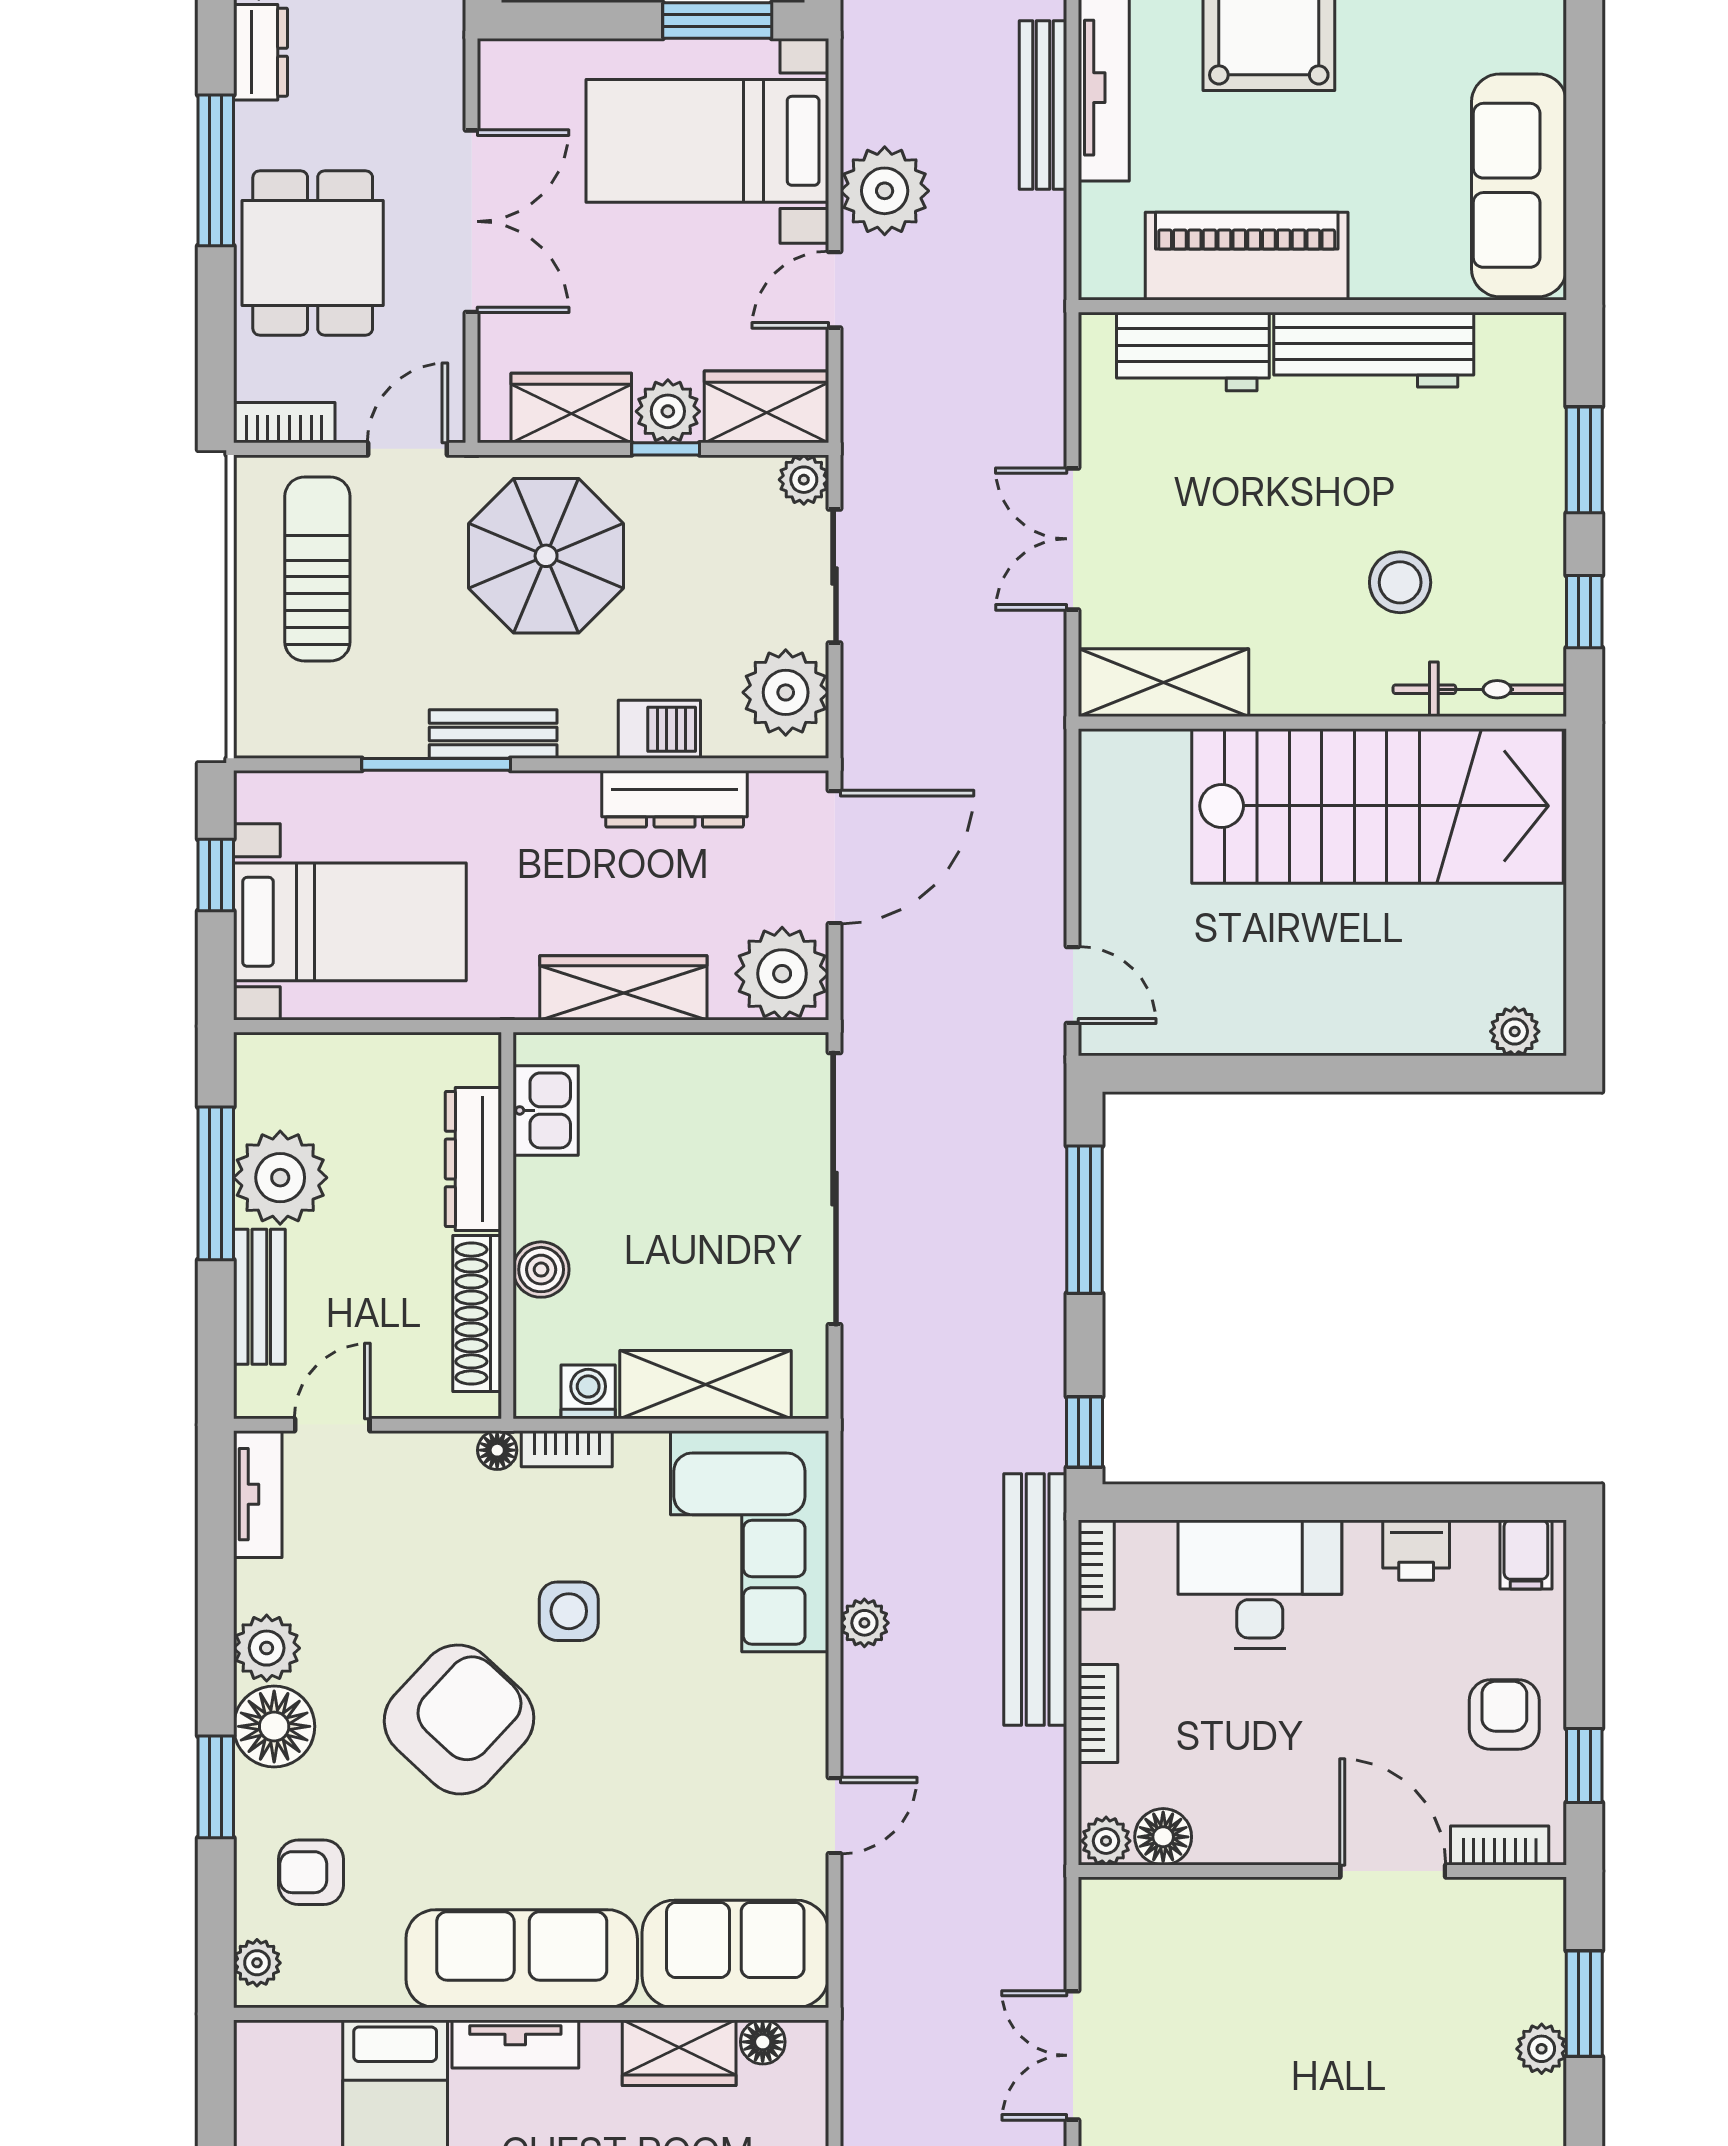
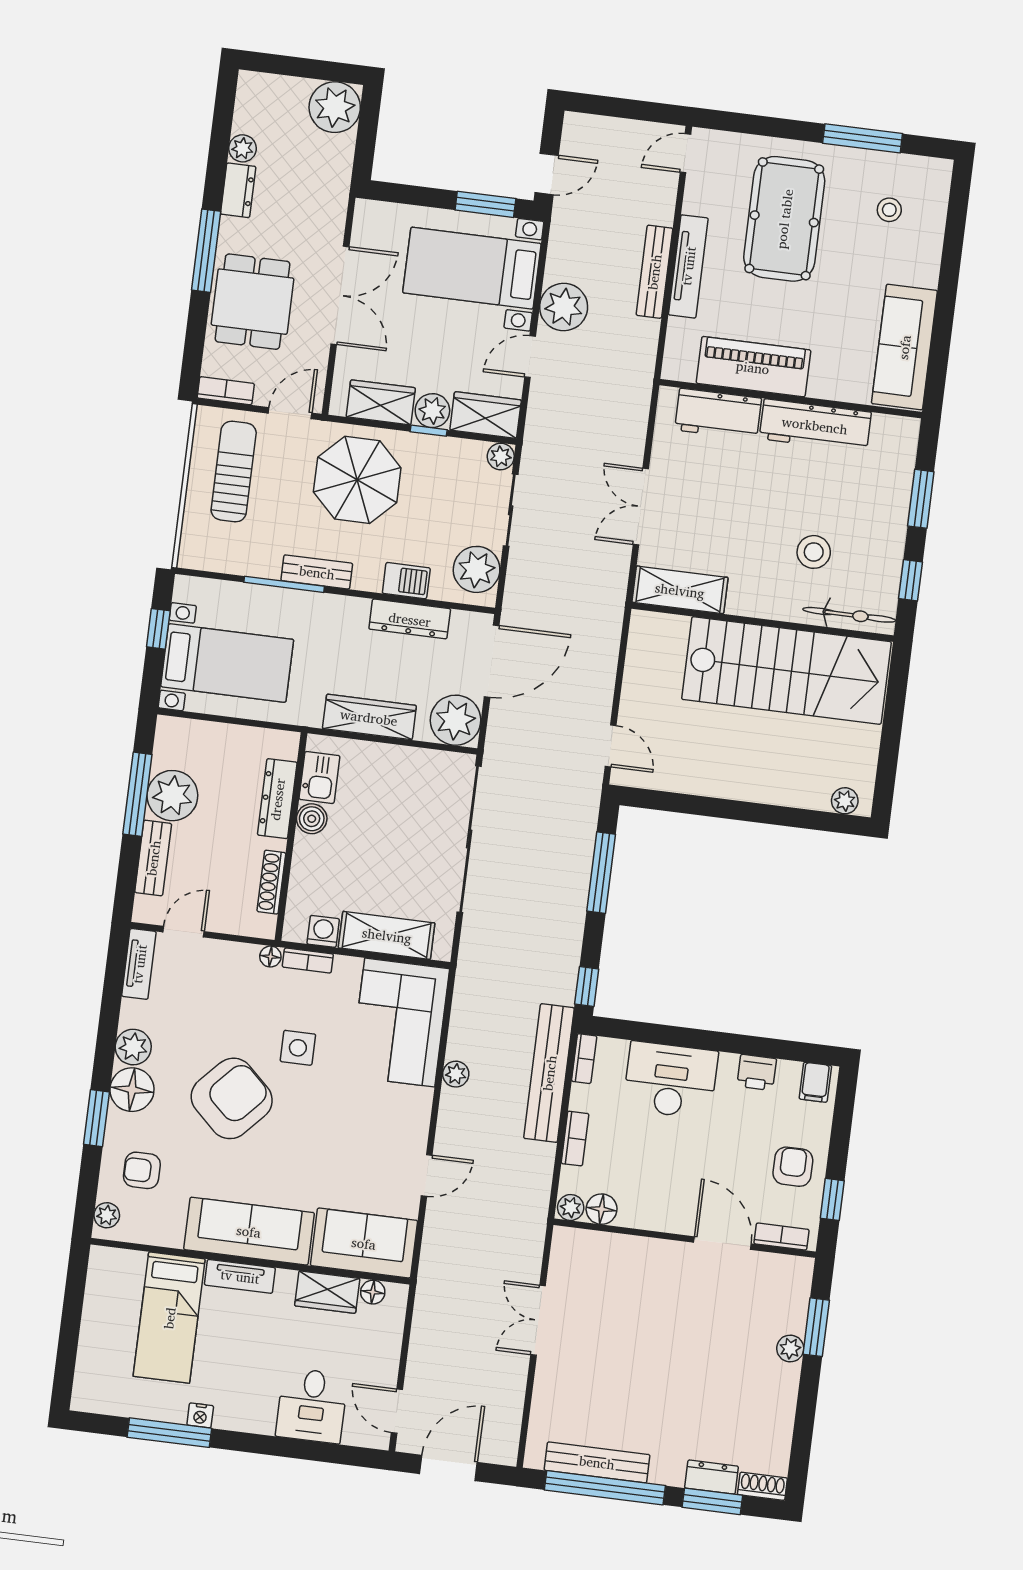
boiler: (541, 1270) -> (312, 819), moved
shoe rack: (477, 1313) -> (271, 882), width x0.74, depth x0.81

